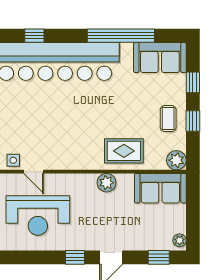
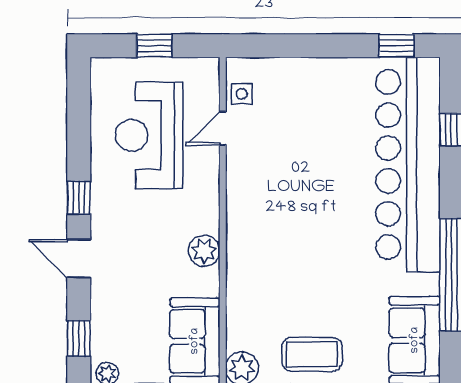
coffee table: (168, 119) -> (312, 354), width x1.36, depth x1.30
rug: (124, 151) -> (258, 280), removed

